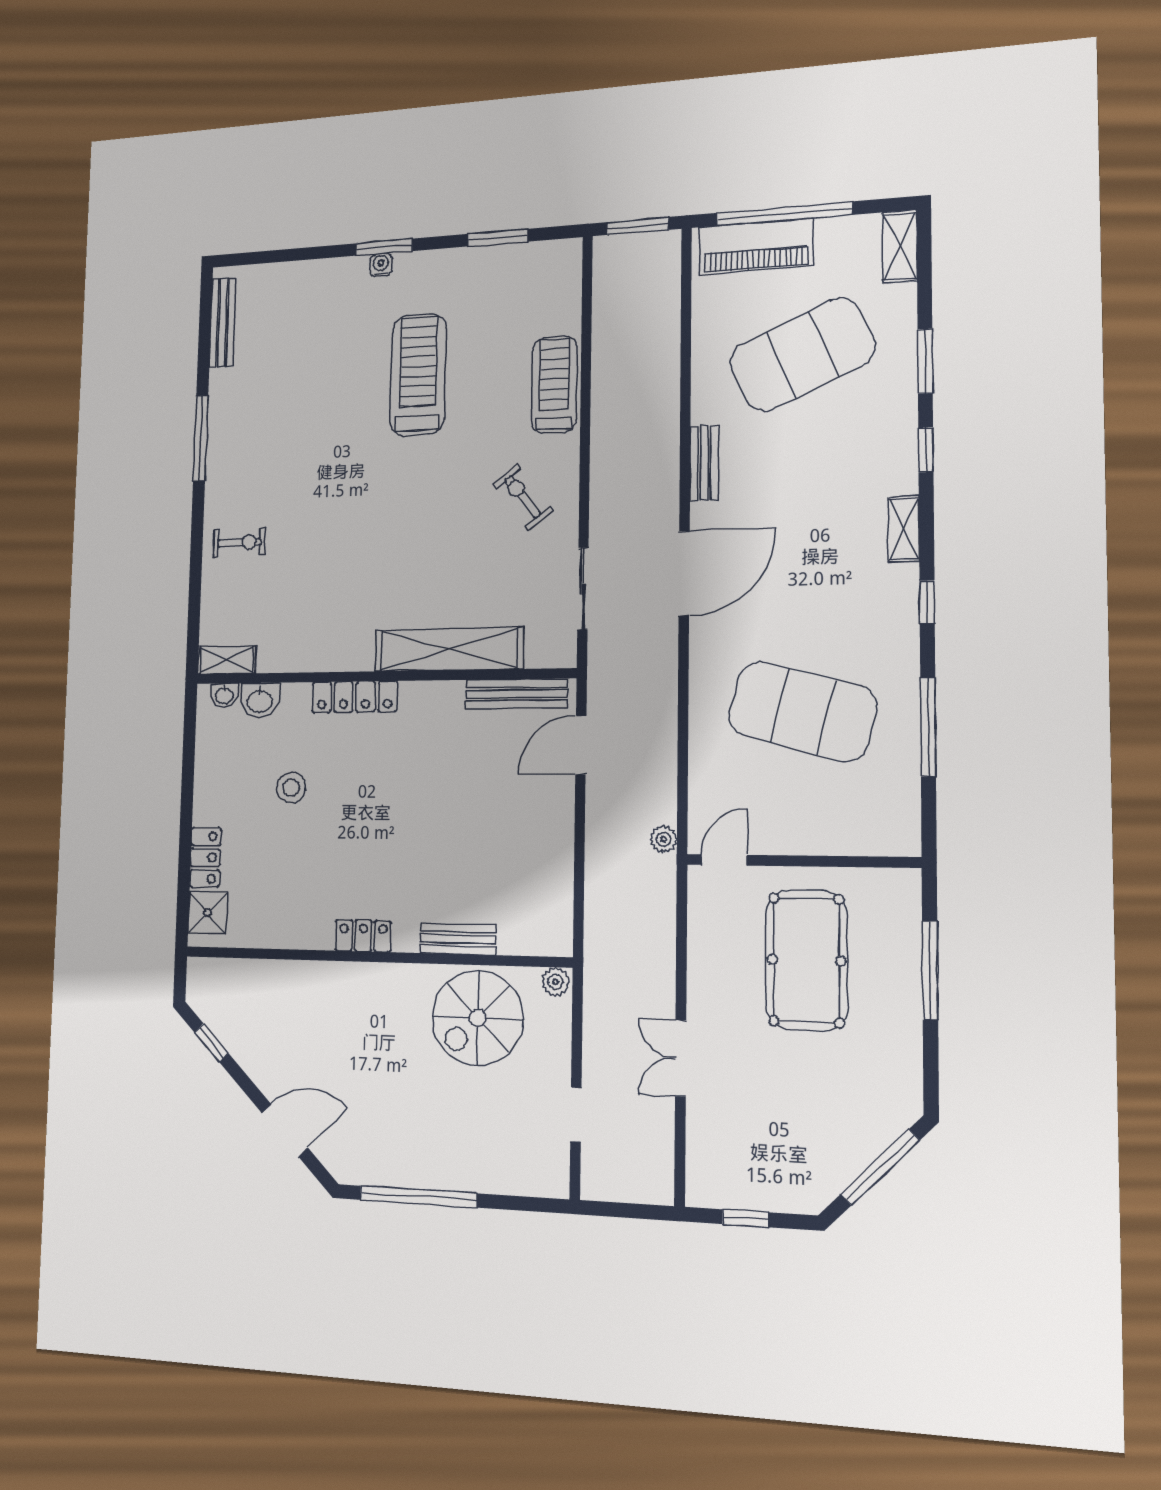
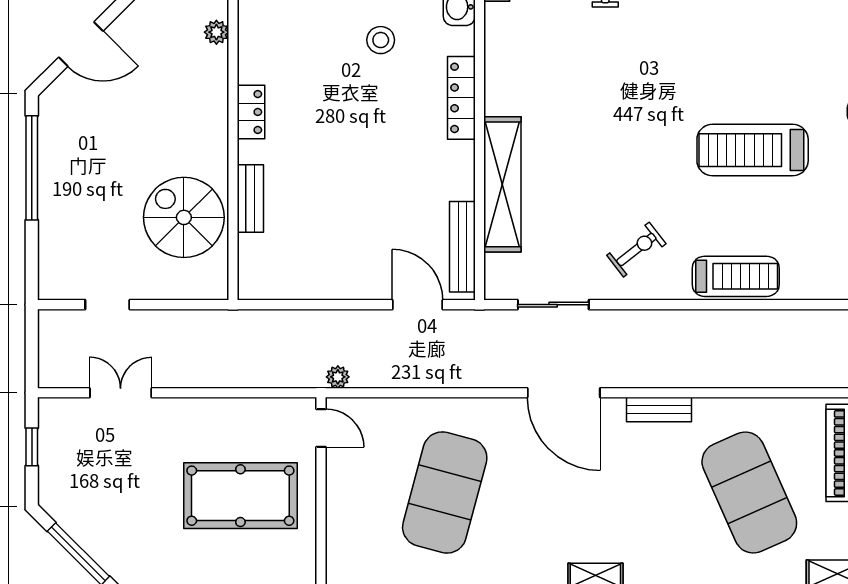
treadmill: (418, 375) -> (753, 150), turned 180
plant: (556, 982) -> (216, 32), moved
double door: (681, 1058) -> (121, 393), moved
door: (285, 1130) -> (81, 44), hinge flipped

